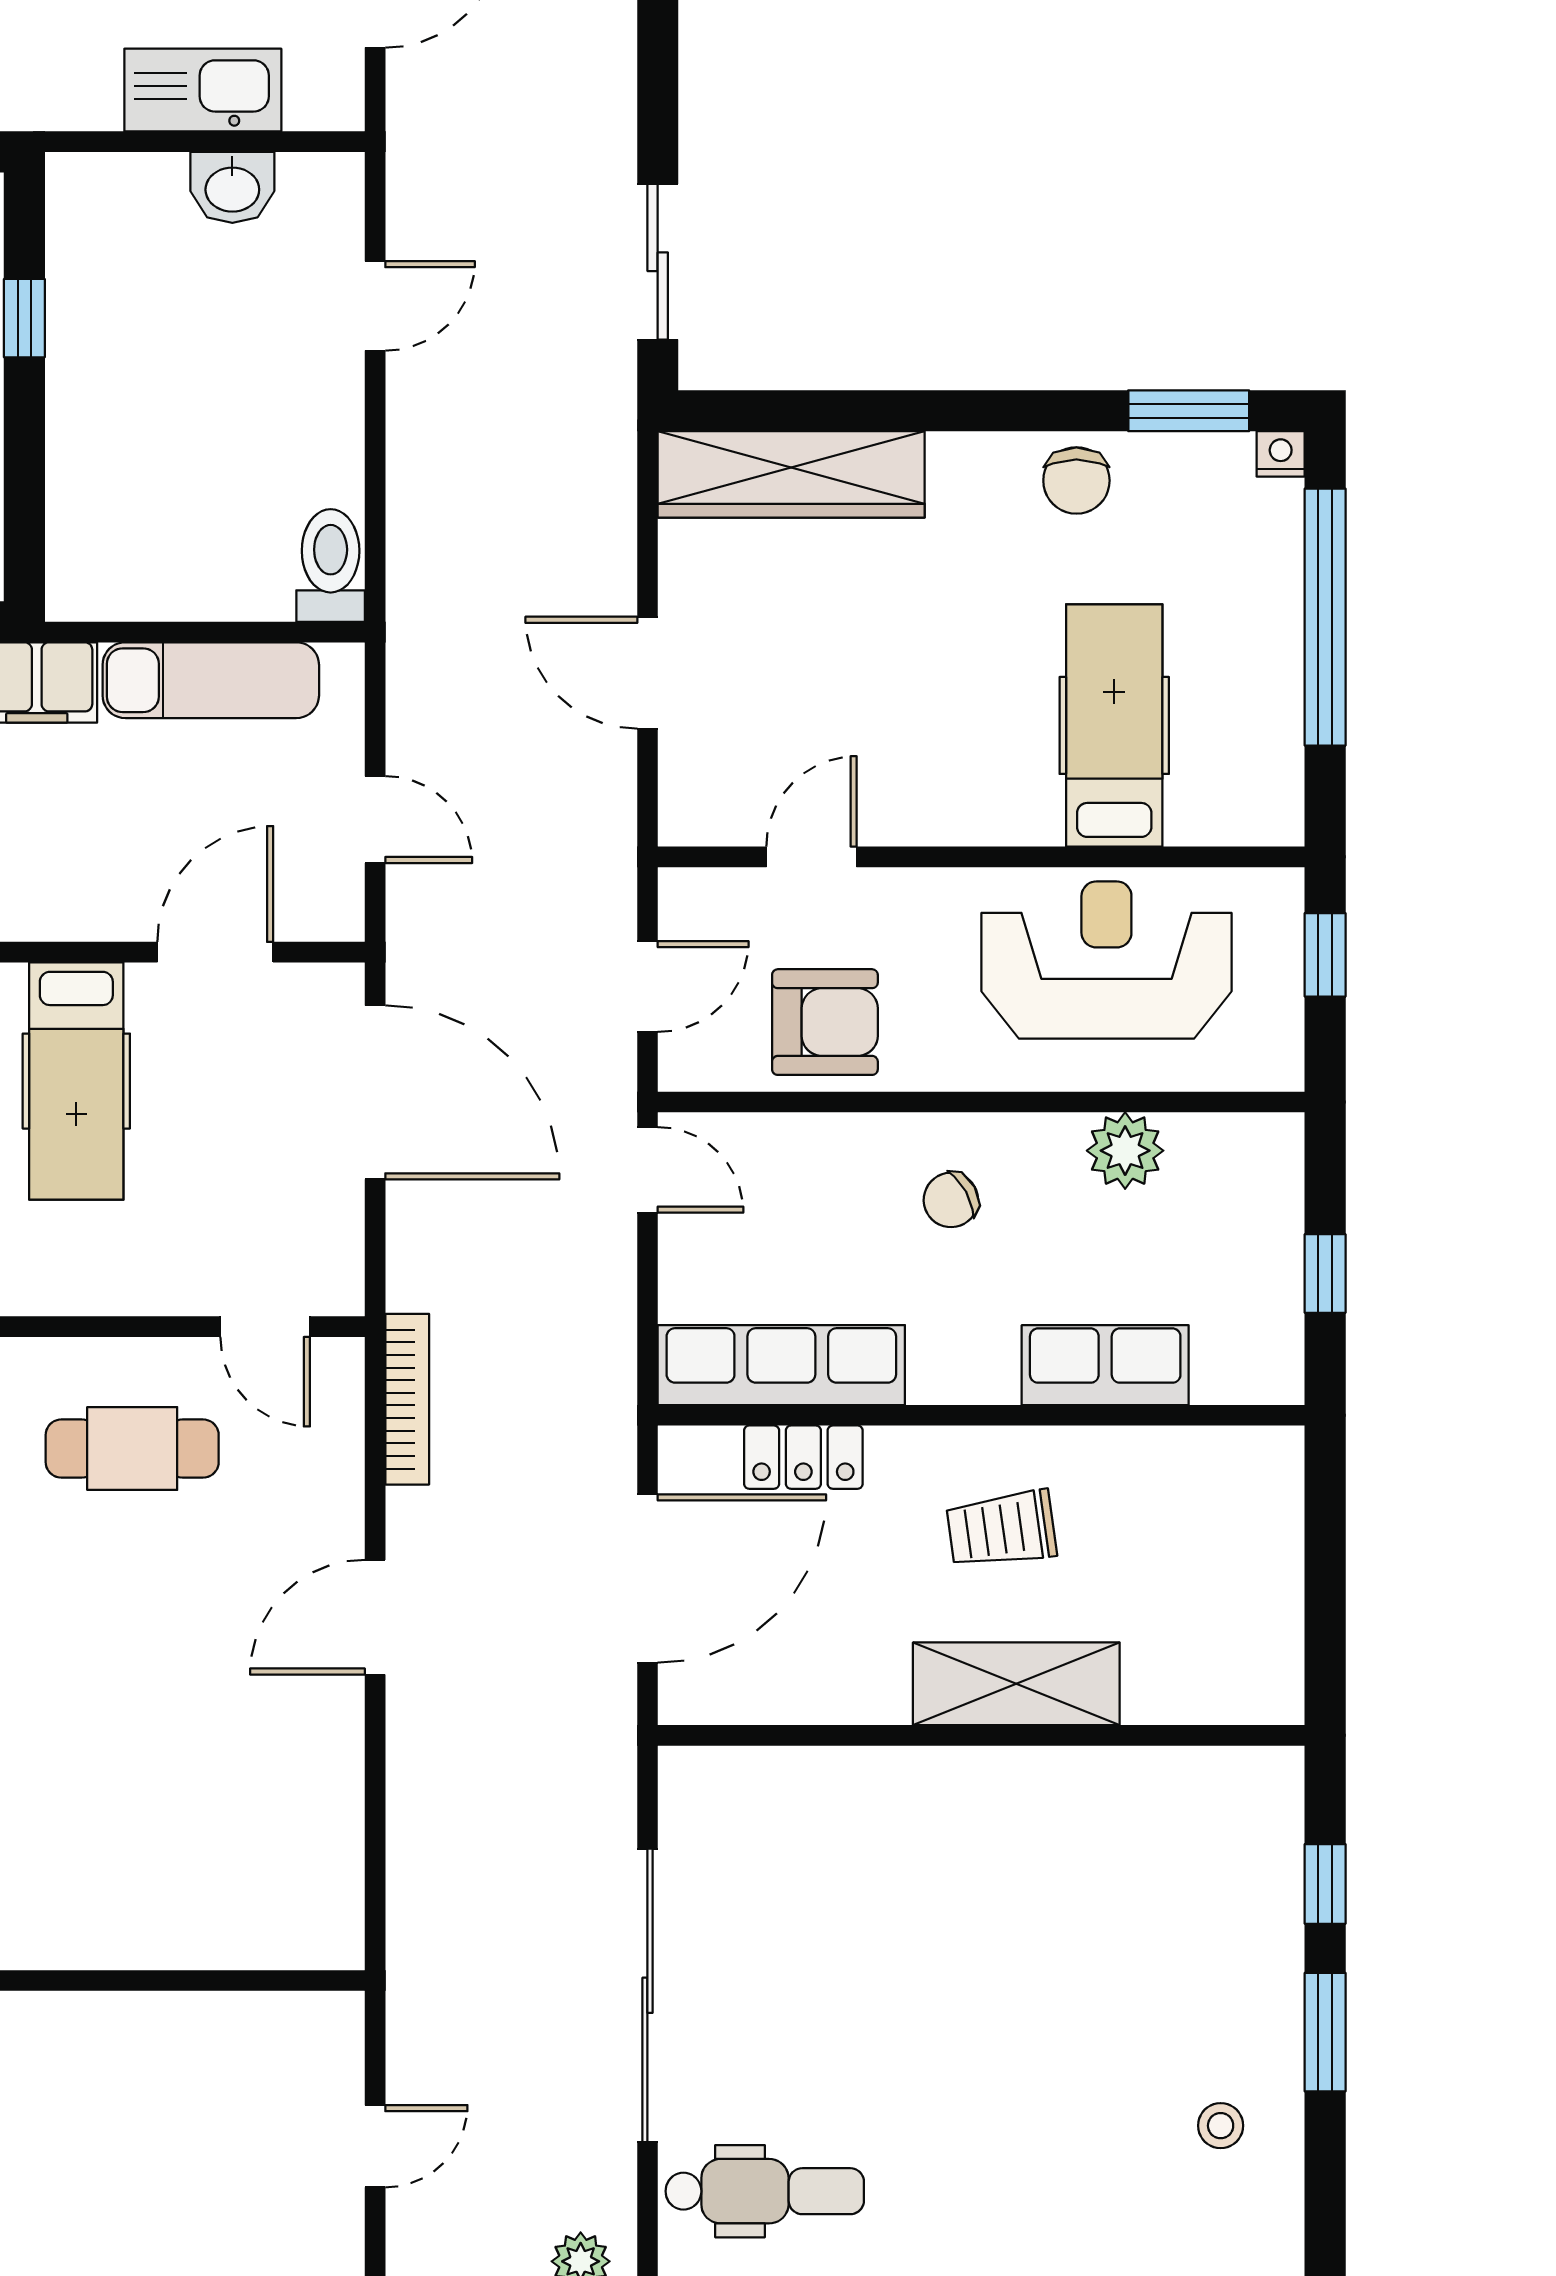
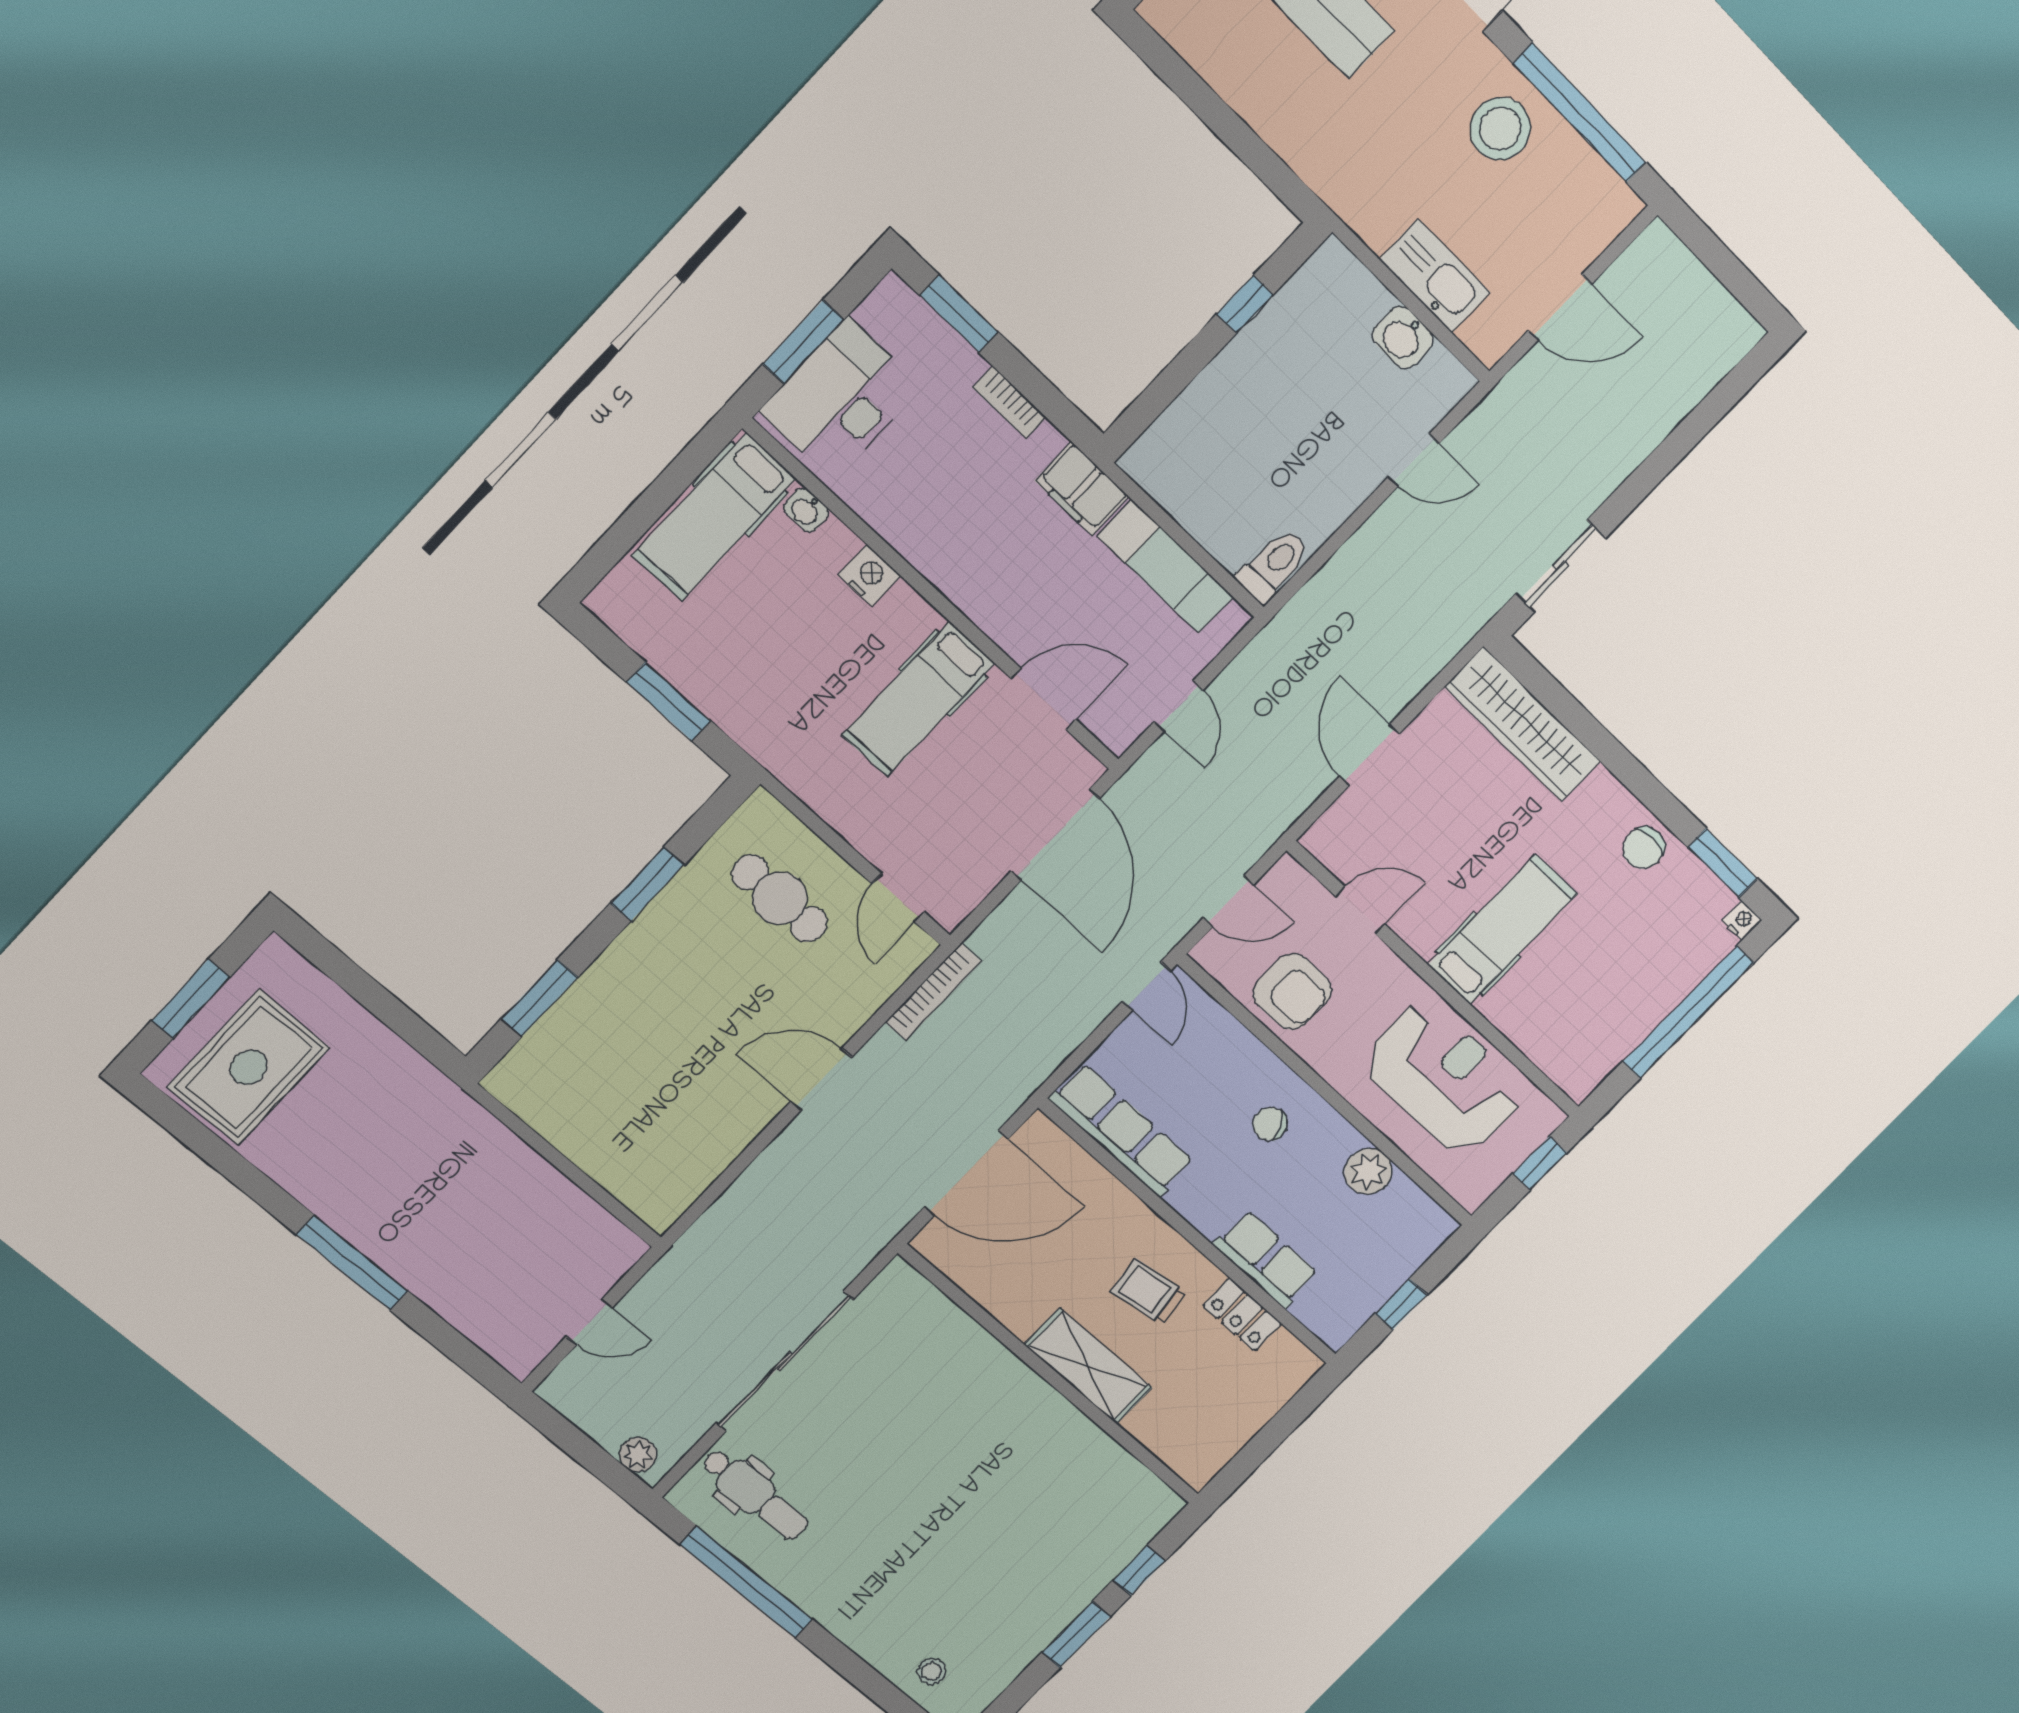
hospital bed: (1114, 725) -> (1502, 929), moved
locker: (803, 1457) -> (1242, 1315), moved
stool: (1221, 2126) -> (932, 1671), moved

